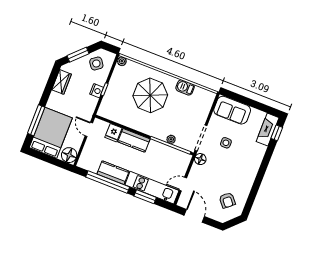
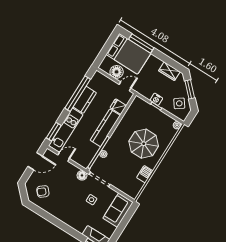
kitchen counter: (134, 140) -> (105, 128), width x1.50
floor lamp: (69, 155) -> (117, 72), moved
door: (183, 184) -> (64, 157), hinge flipped
window: (145, 197) -> (54, 132), moved

